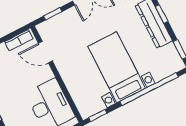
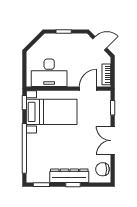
bed with nightstands: (117, 67) -> (52, 112), moved

